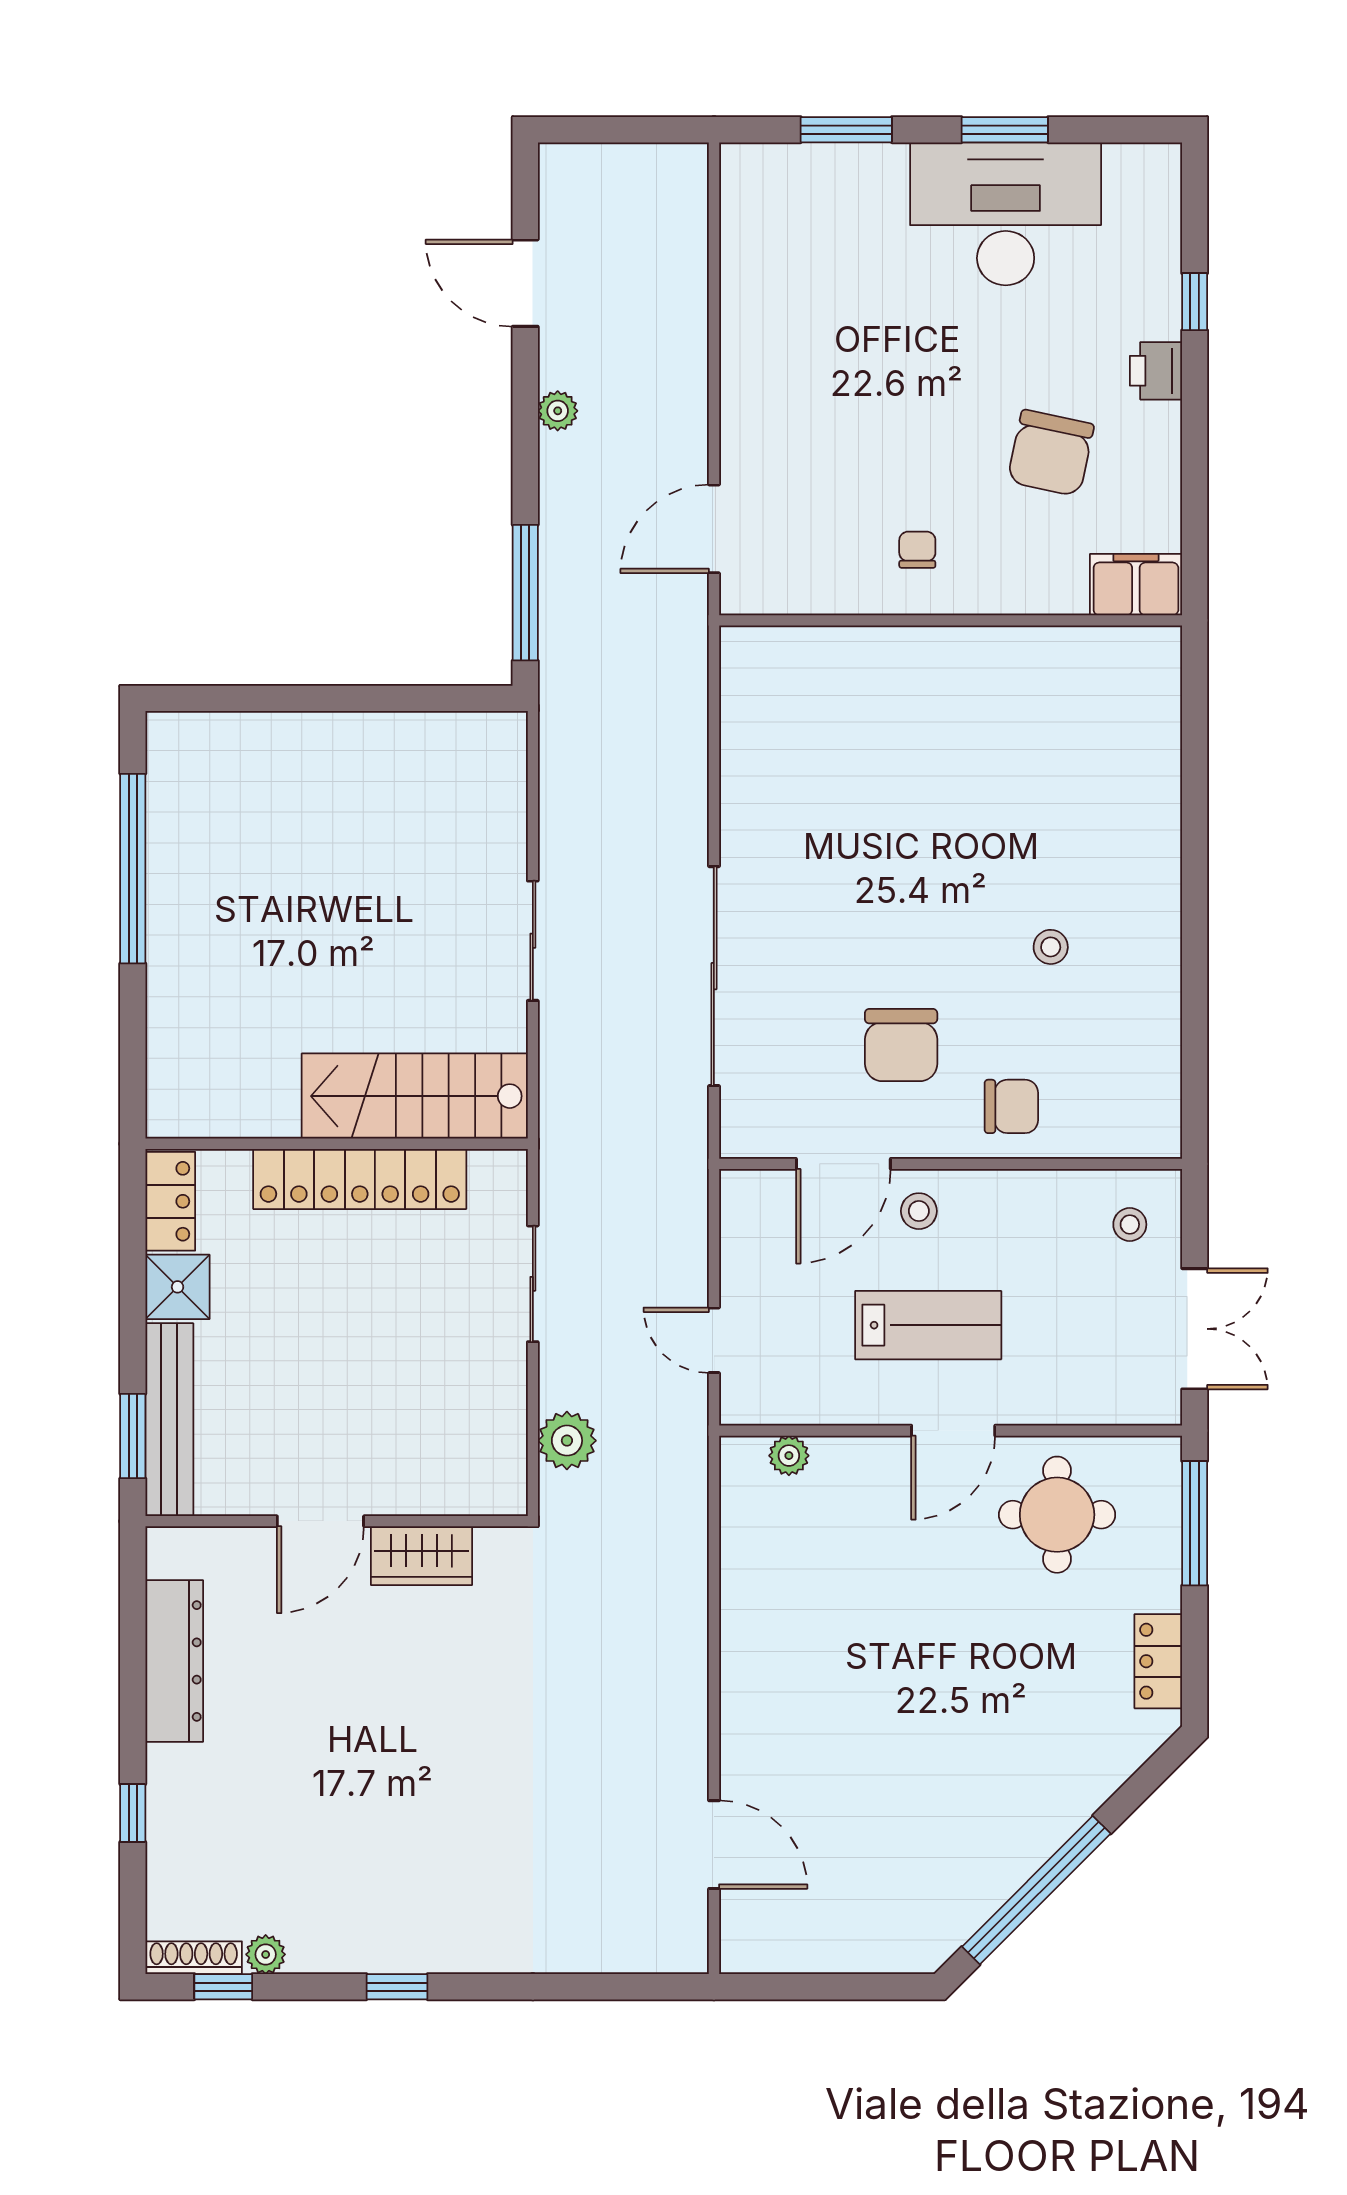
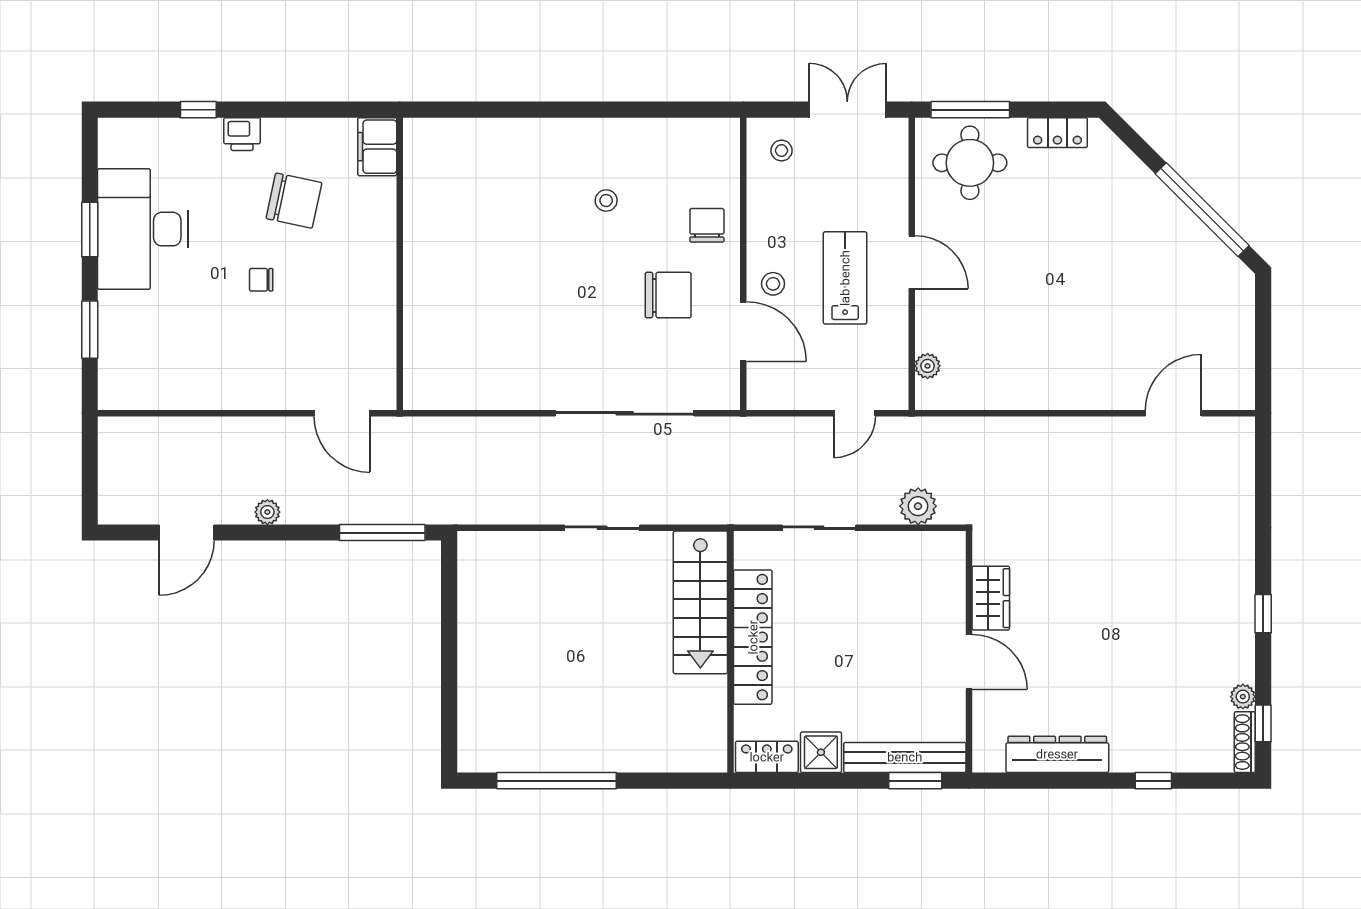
chair: (917, 550) -> (261, 280), moved
round table: (1057, 1515) -> (970, 163), moved

